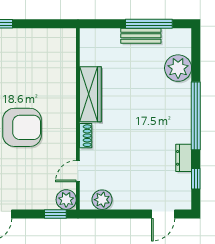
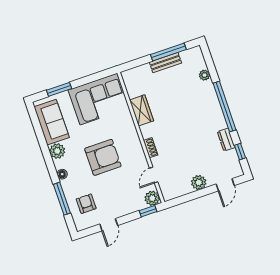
corner sofa: (42, 53) -> (99, 99), added
plant: (178, 68) -> (205, 75), width x0.53, depth x0.53
wardrobe: (90, 94) -> (141, 110), width x0.67
plant: (102, 200) -> (199, 182), moved

